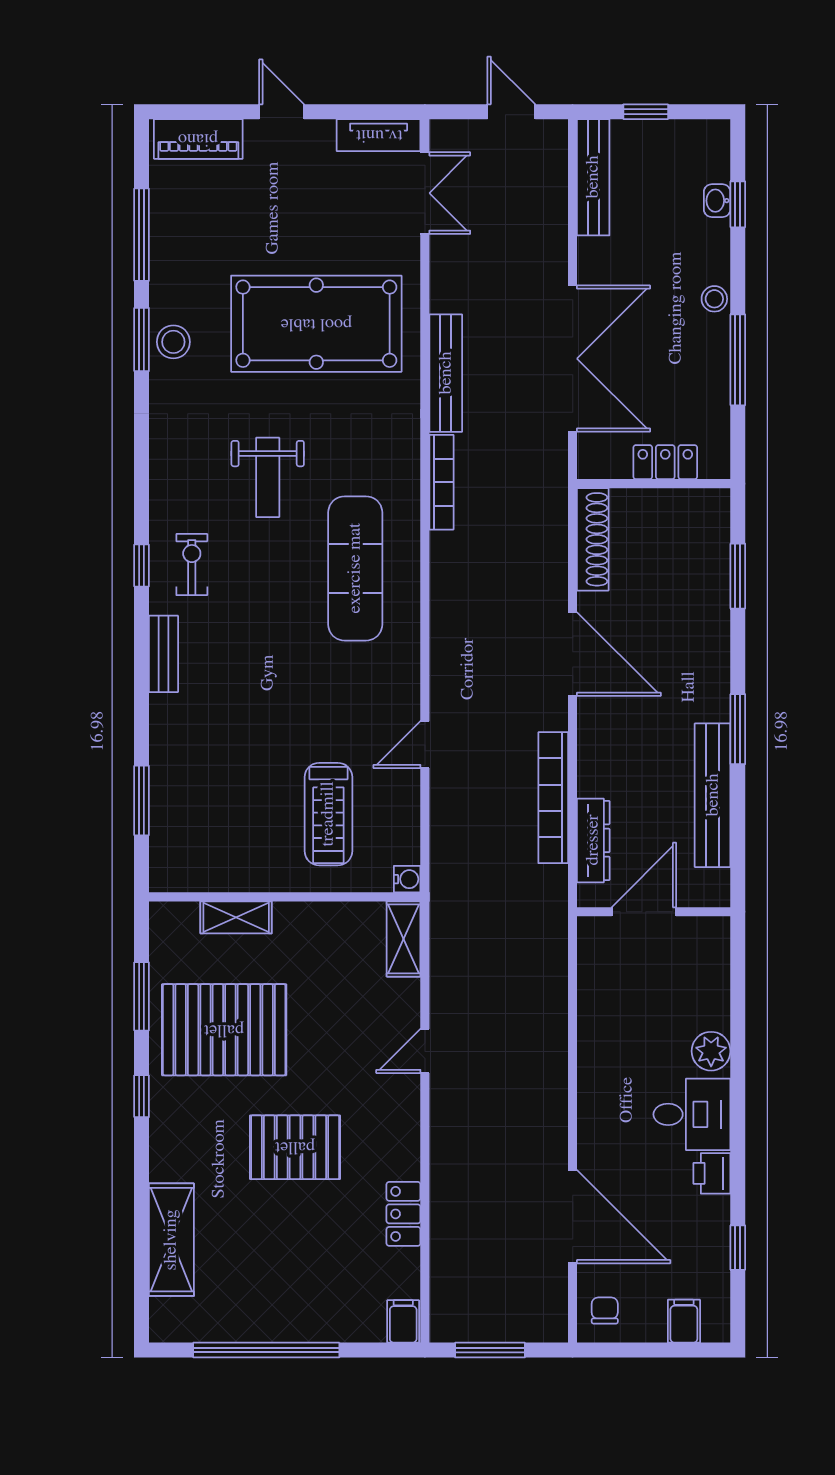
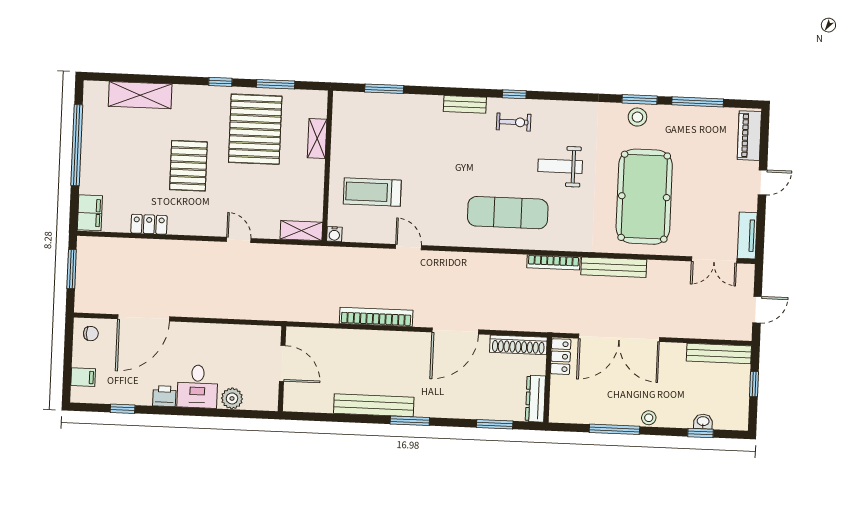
locker: (665, 462) -> (561, 357), moved
dresser: (593, 840) -> (535, 399), moved, turned 90
door: (644, 912) -> (282, 363), moved
wall: (654, 912) -> (282, 369), moved
filing cabinet: (403, 1321) -> (90, 213), width x2.00

